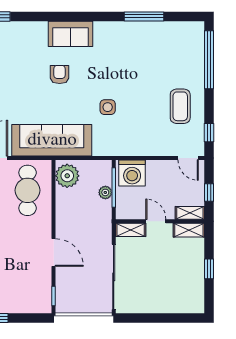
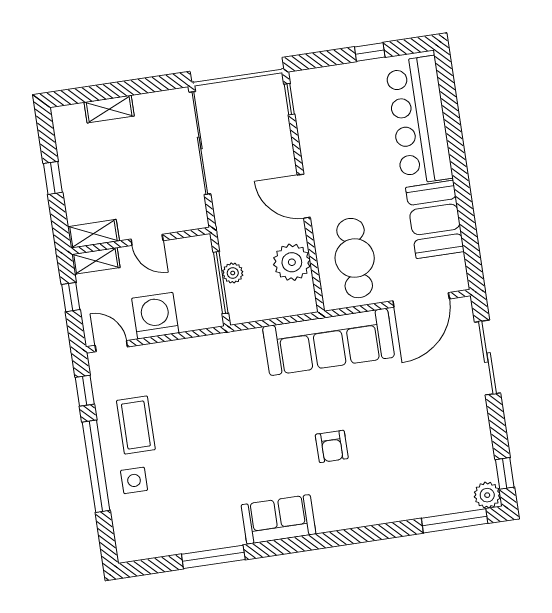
sofa: (71, 34) -> (278, 519), moved
window: (209, 60) -> (96, 466), moved
side table: (108, 107) -> (134, 480), moved
washing machine: (132, 173) -> (155, 316), moved
plant: (67, 176) -> (292, 262), moved
shelving: (131, 230) -> (109, 109), moved
door: (54, 253) -> (304, 196), moved

